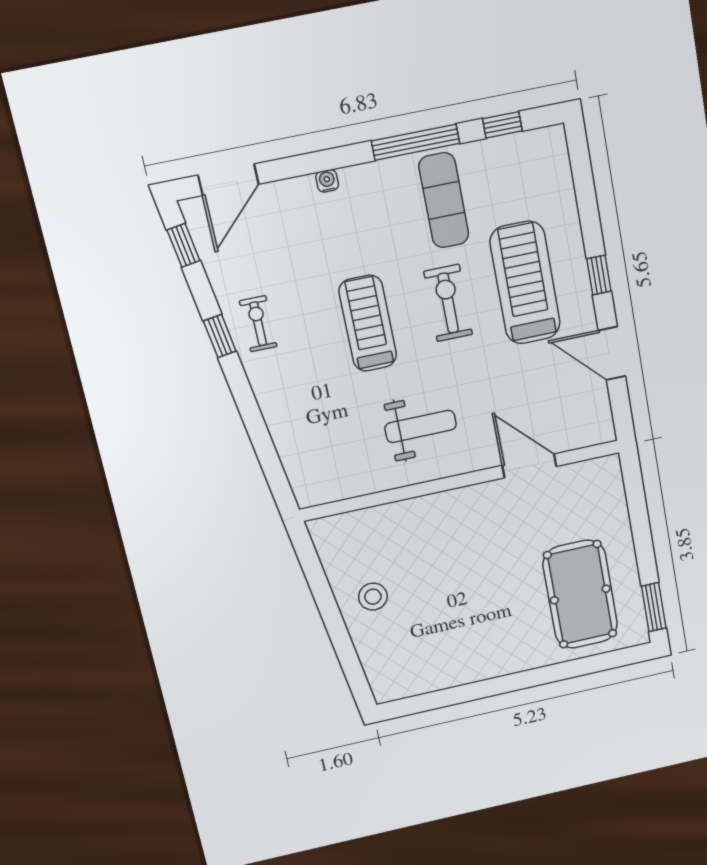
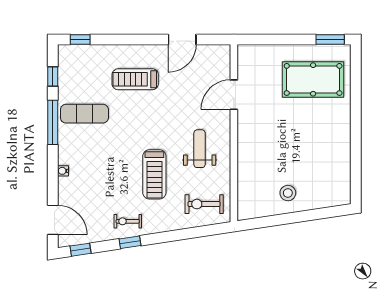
window: (599, 275) -> (80, 39), moved
treadmill: (525, 283) -> (135, 79), width x0.73, depth x0.73
exercise bike: (448, 303) -> (204, 204), moved
treadmill: (368, 323) -> (154, 174), moved, turned -90

